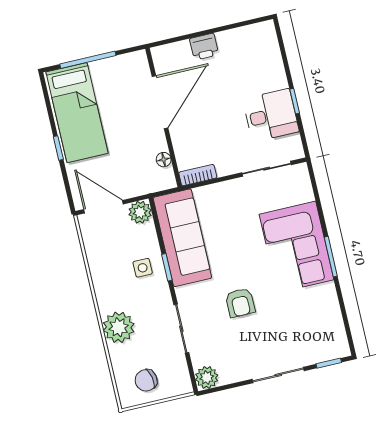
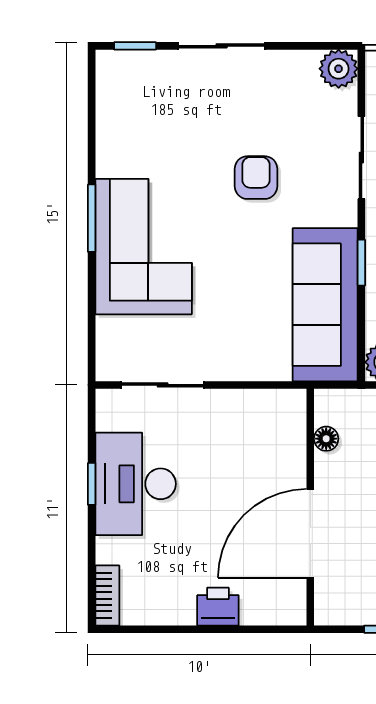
desk: (271, 115) -> (136, 484), width x1.37
bookcase: (198, 175) -> (107, 595), moved, turned -90

